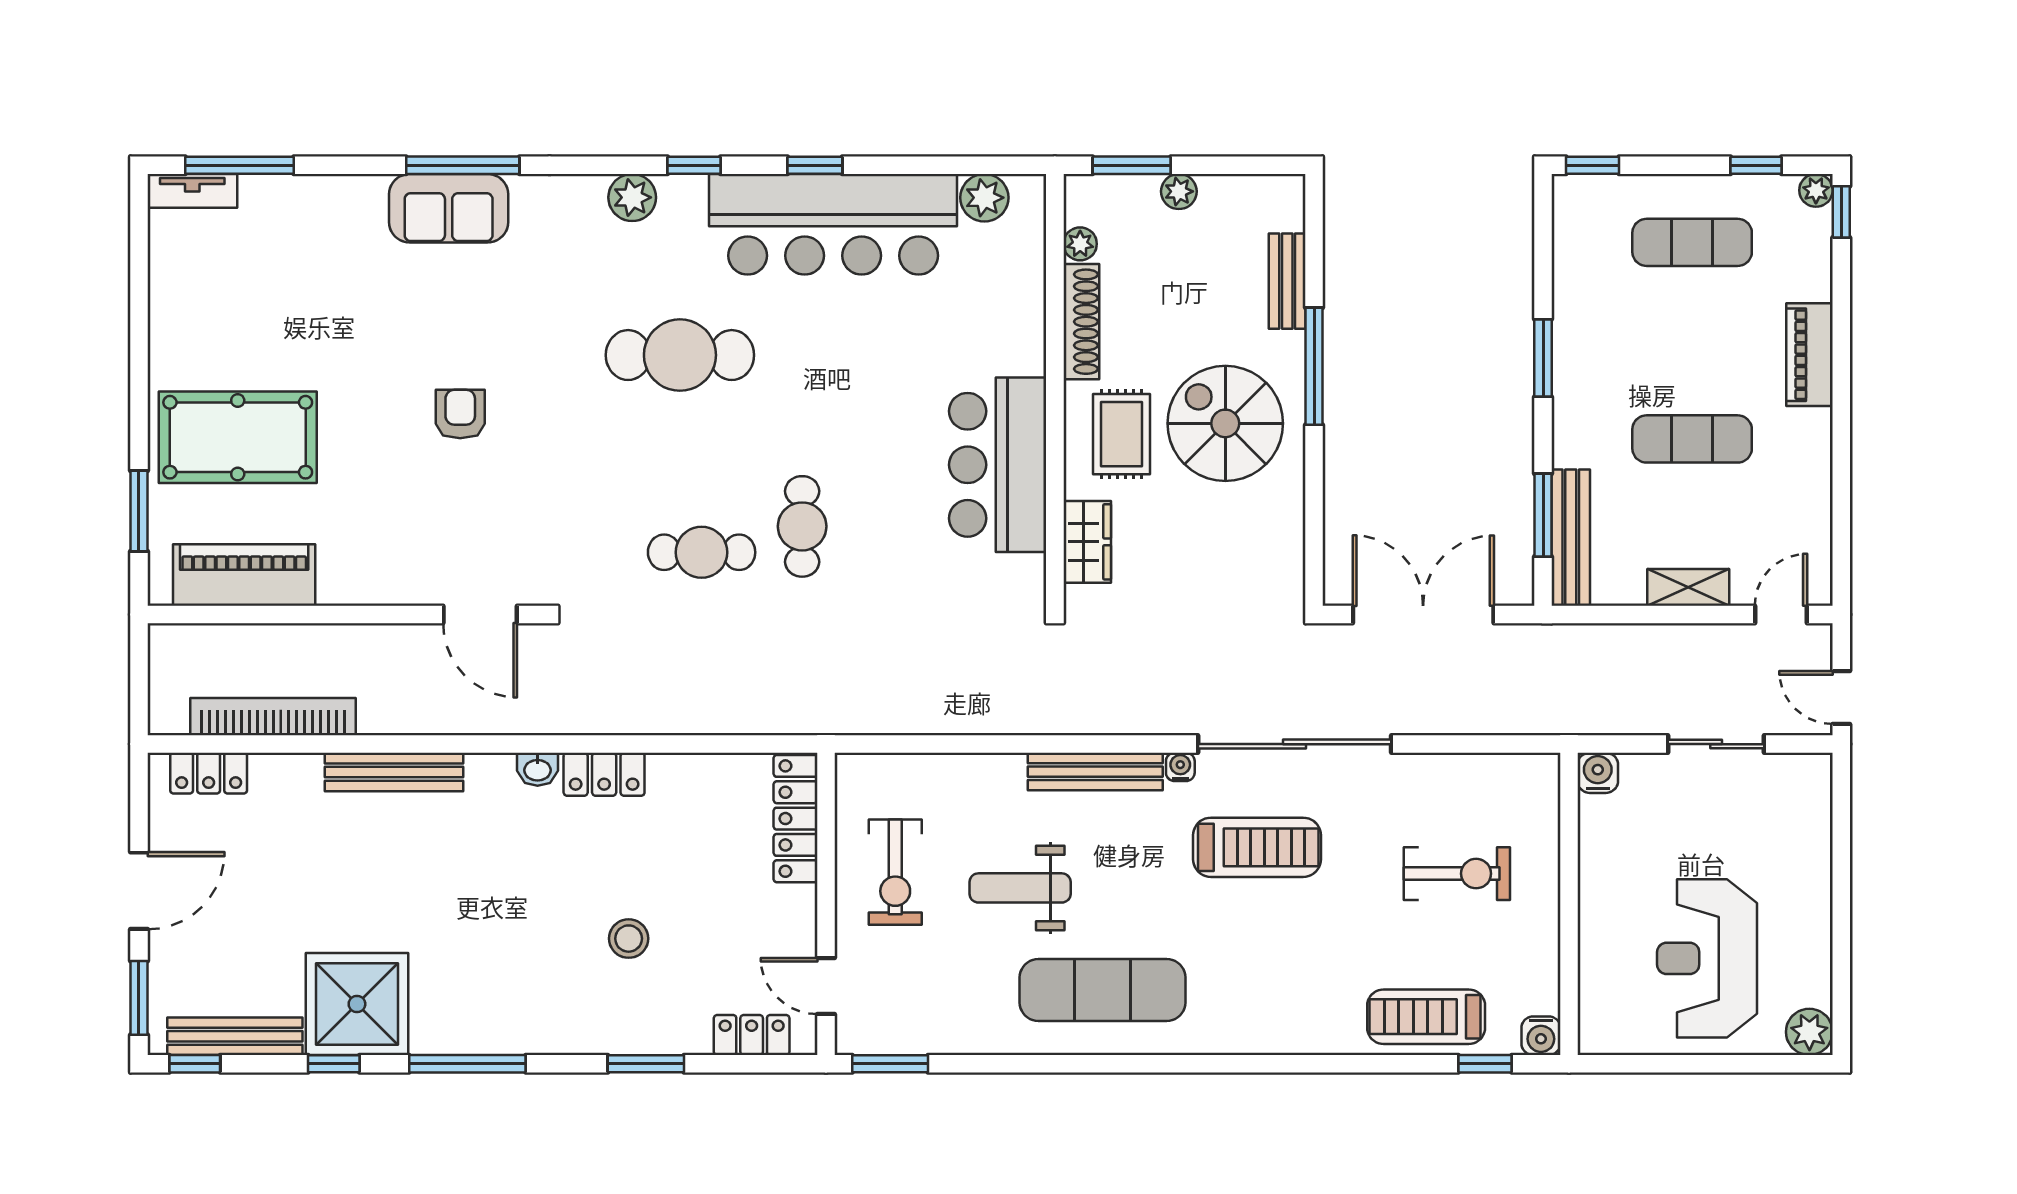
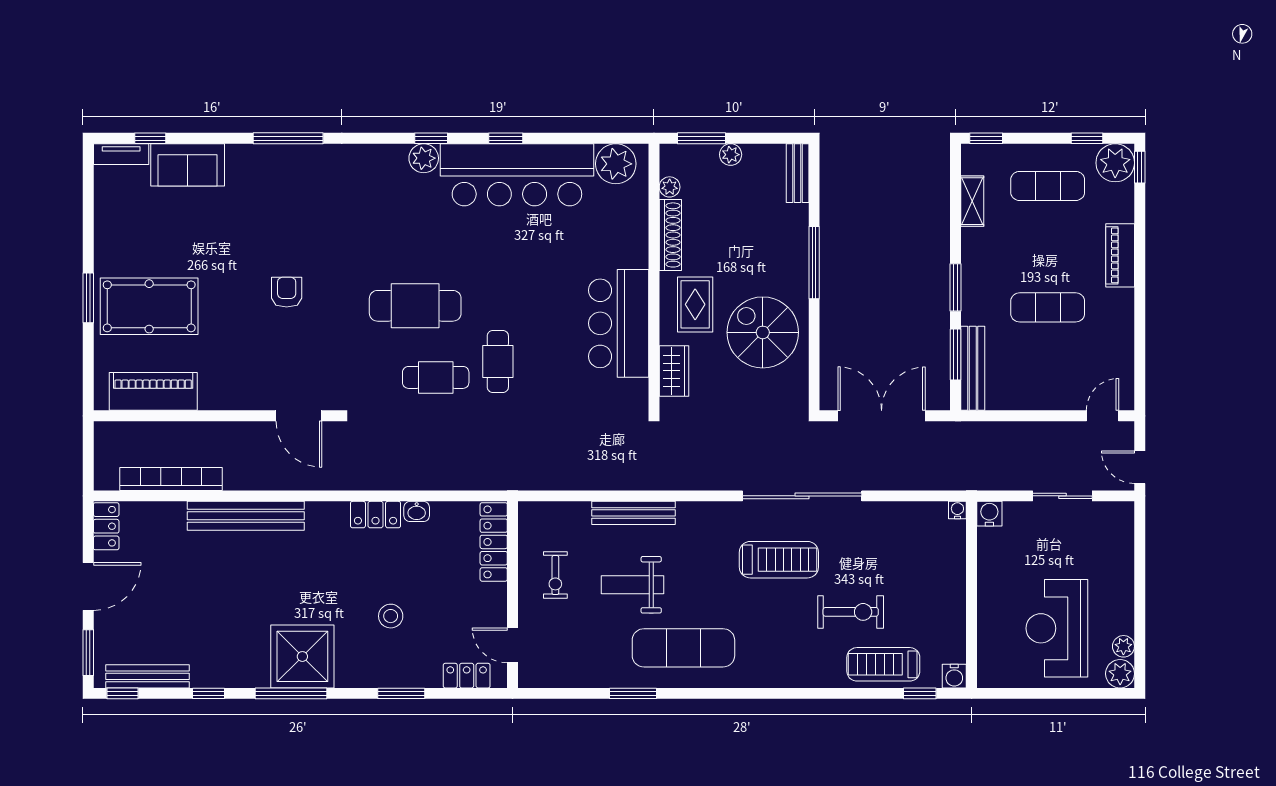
window: (239, 165) -> (150, 138), width x0.46
plant: (1816, 190) -> (1115, 163), width x1.88, depth x1.88
plant: (632, 197) -> (424, 158), moved
plant: (984, 198) -> (616, 164), width x1.36, depth x1.36
sofa: (449, 208) -> (188, 165), moved
bench: (1287, 281) -> (798, 173), moved
cafe table: (680, 355) -> (415, 306), moved
window: (1543, 358) -> (956, 287), moved
spiral stairs: (1225, 423) -> (763, 332), moved
window: (139, 511) -> (88, 298), moved
shelving: (1688, 587) -> (972, 201), moved, turned 90
water cooler: (1180, 767) -> (957, 510), moved
washbasin: (538, 769) -> (417, 511), moved
bench: (394, 772) -> (246, 516), width x1.37, depth x1.21
bench: (1095, 772) -> (634, 513), moved
locker: (209, 773) -> (106, 526), moved, turned -90
exercise bike: (895, 872) -> (555, 575), width x0.73, depth x0.72
exercise bike: (1457, 874) -> (851, 612), moved
plant: (1815, 988) -> (1123, 646), added
shower: (357, 1004) -> (302, 656), moved
window: (890, 1064) -> (633, 693), moved

